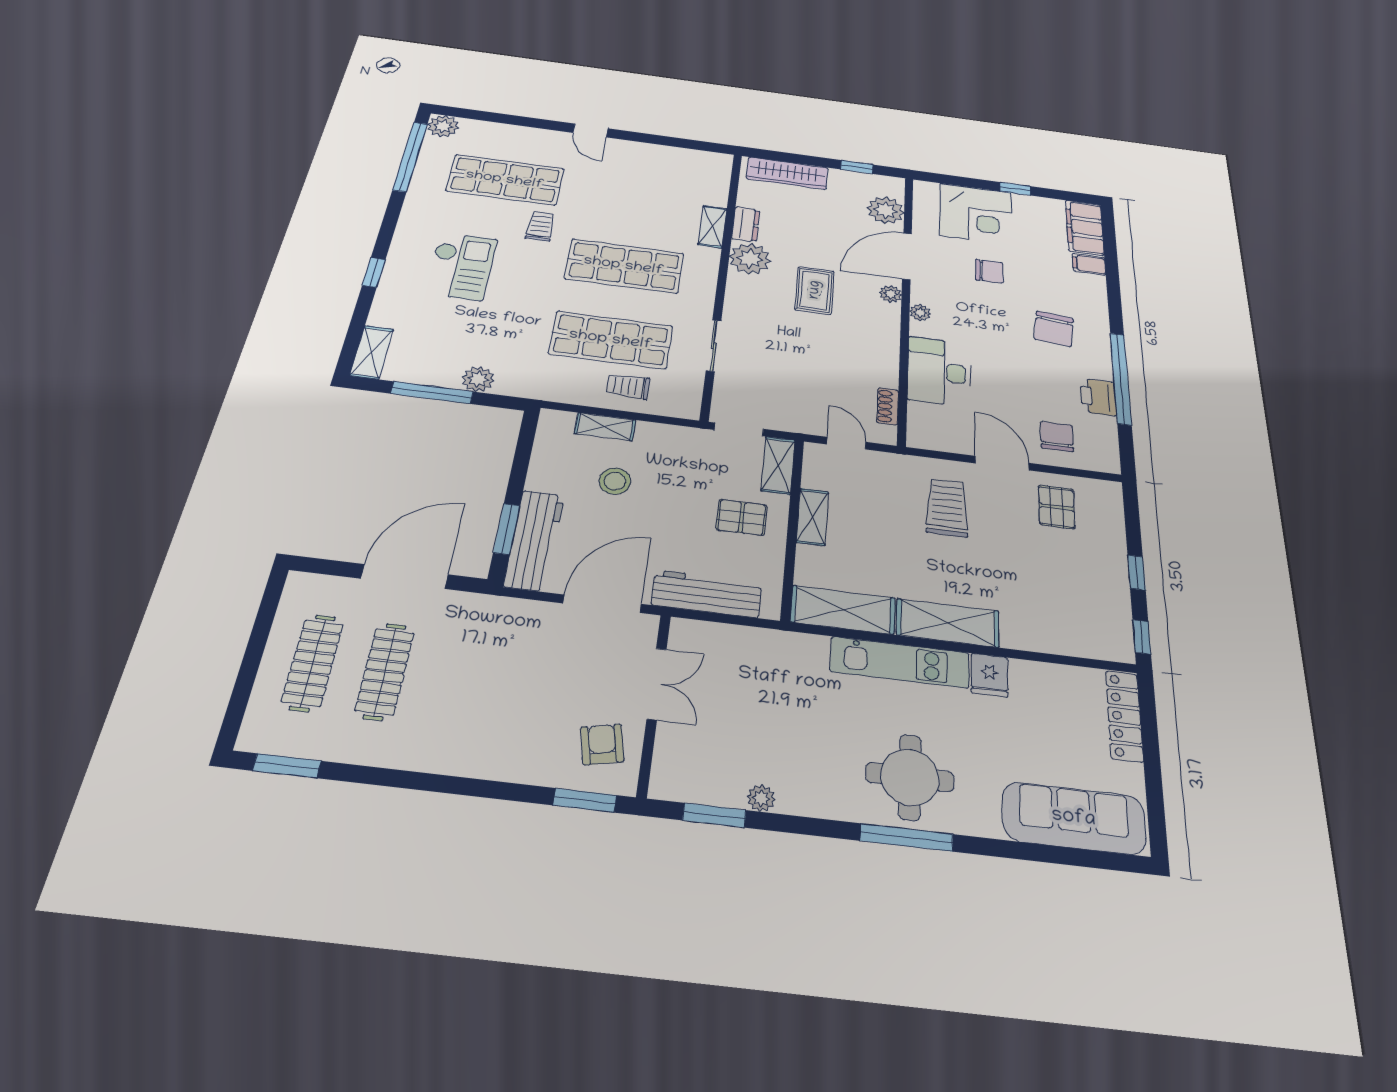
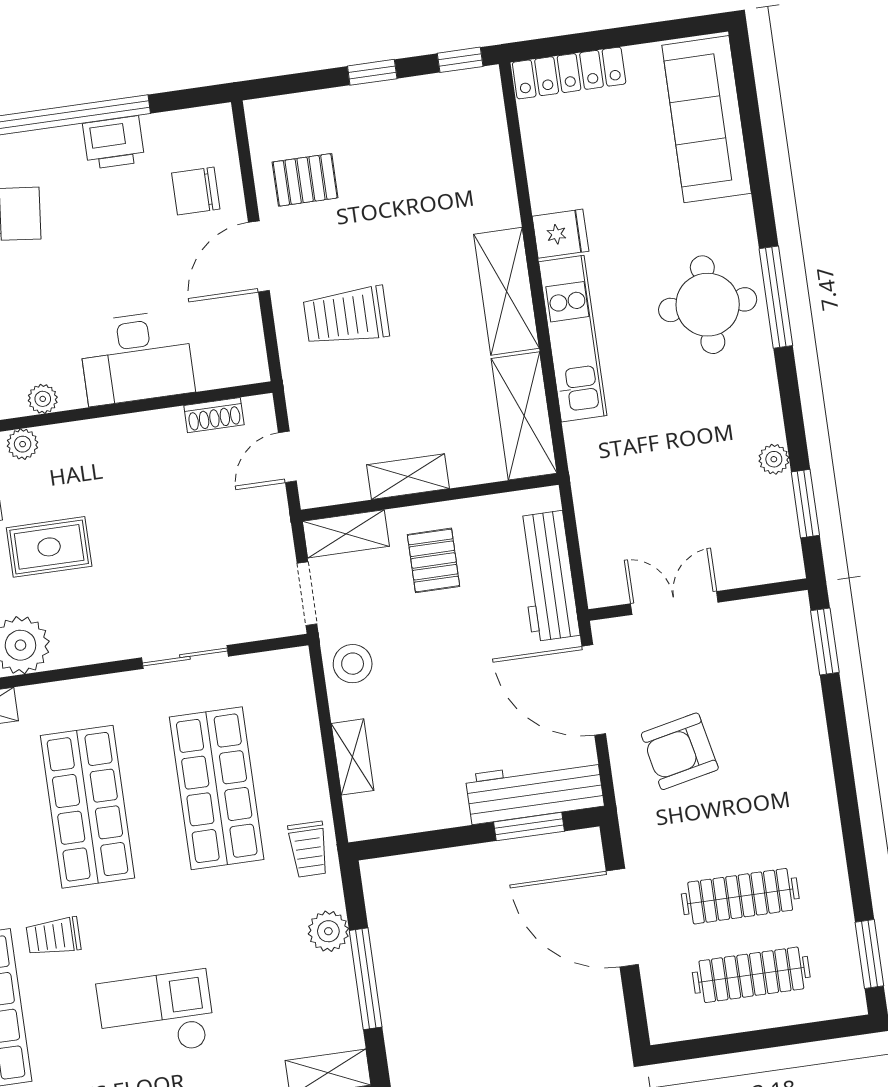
trolley: (628, 386) -> (308, 849), moved
stool: (615, 481) -> (353, 664), moved
armchair: (602, 744) -> (680, 751), moved, width x1.38, depth x1.38

